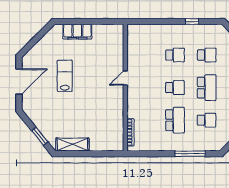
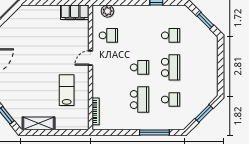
plant: (142, 30) -> (107, 11), added
filing cabinet: (77, 32) -> (75, 12), moved
school desk: (175, 55) -> (108, 35), moved
lab bench: (65, 76) -> (67, 90), moved

